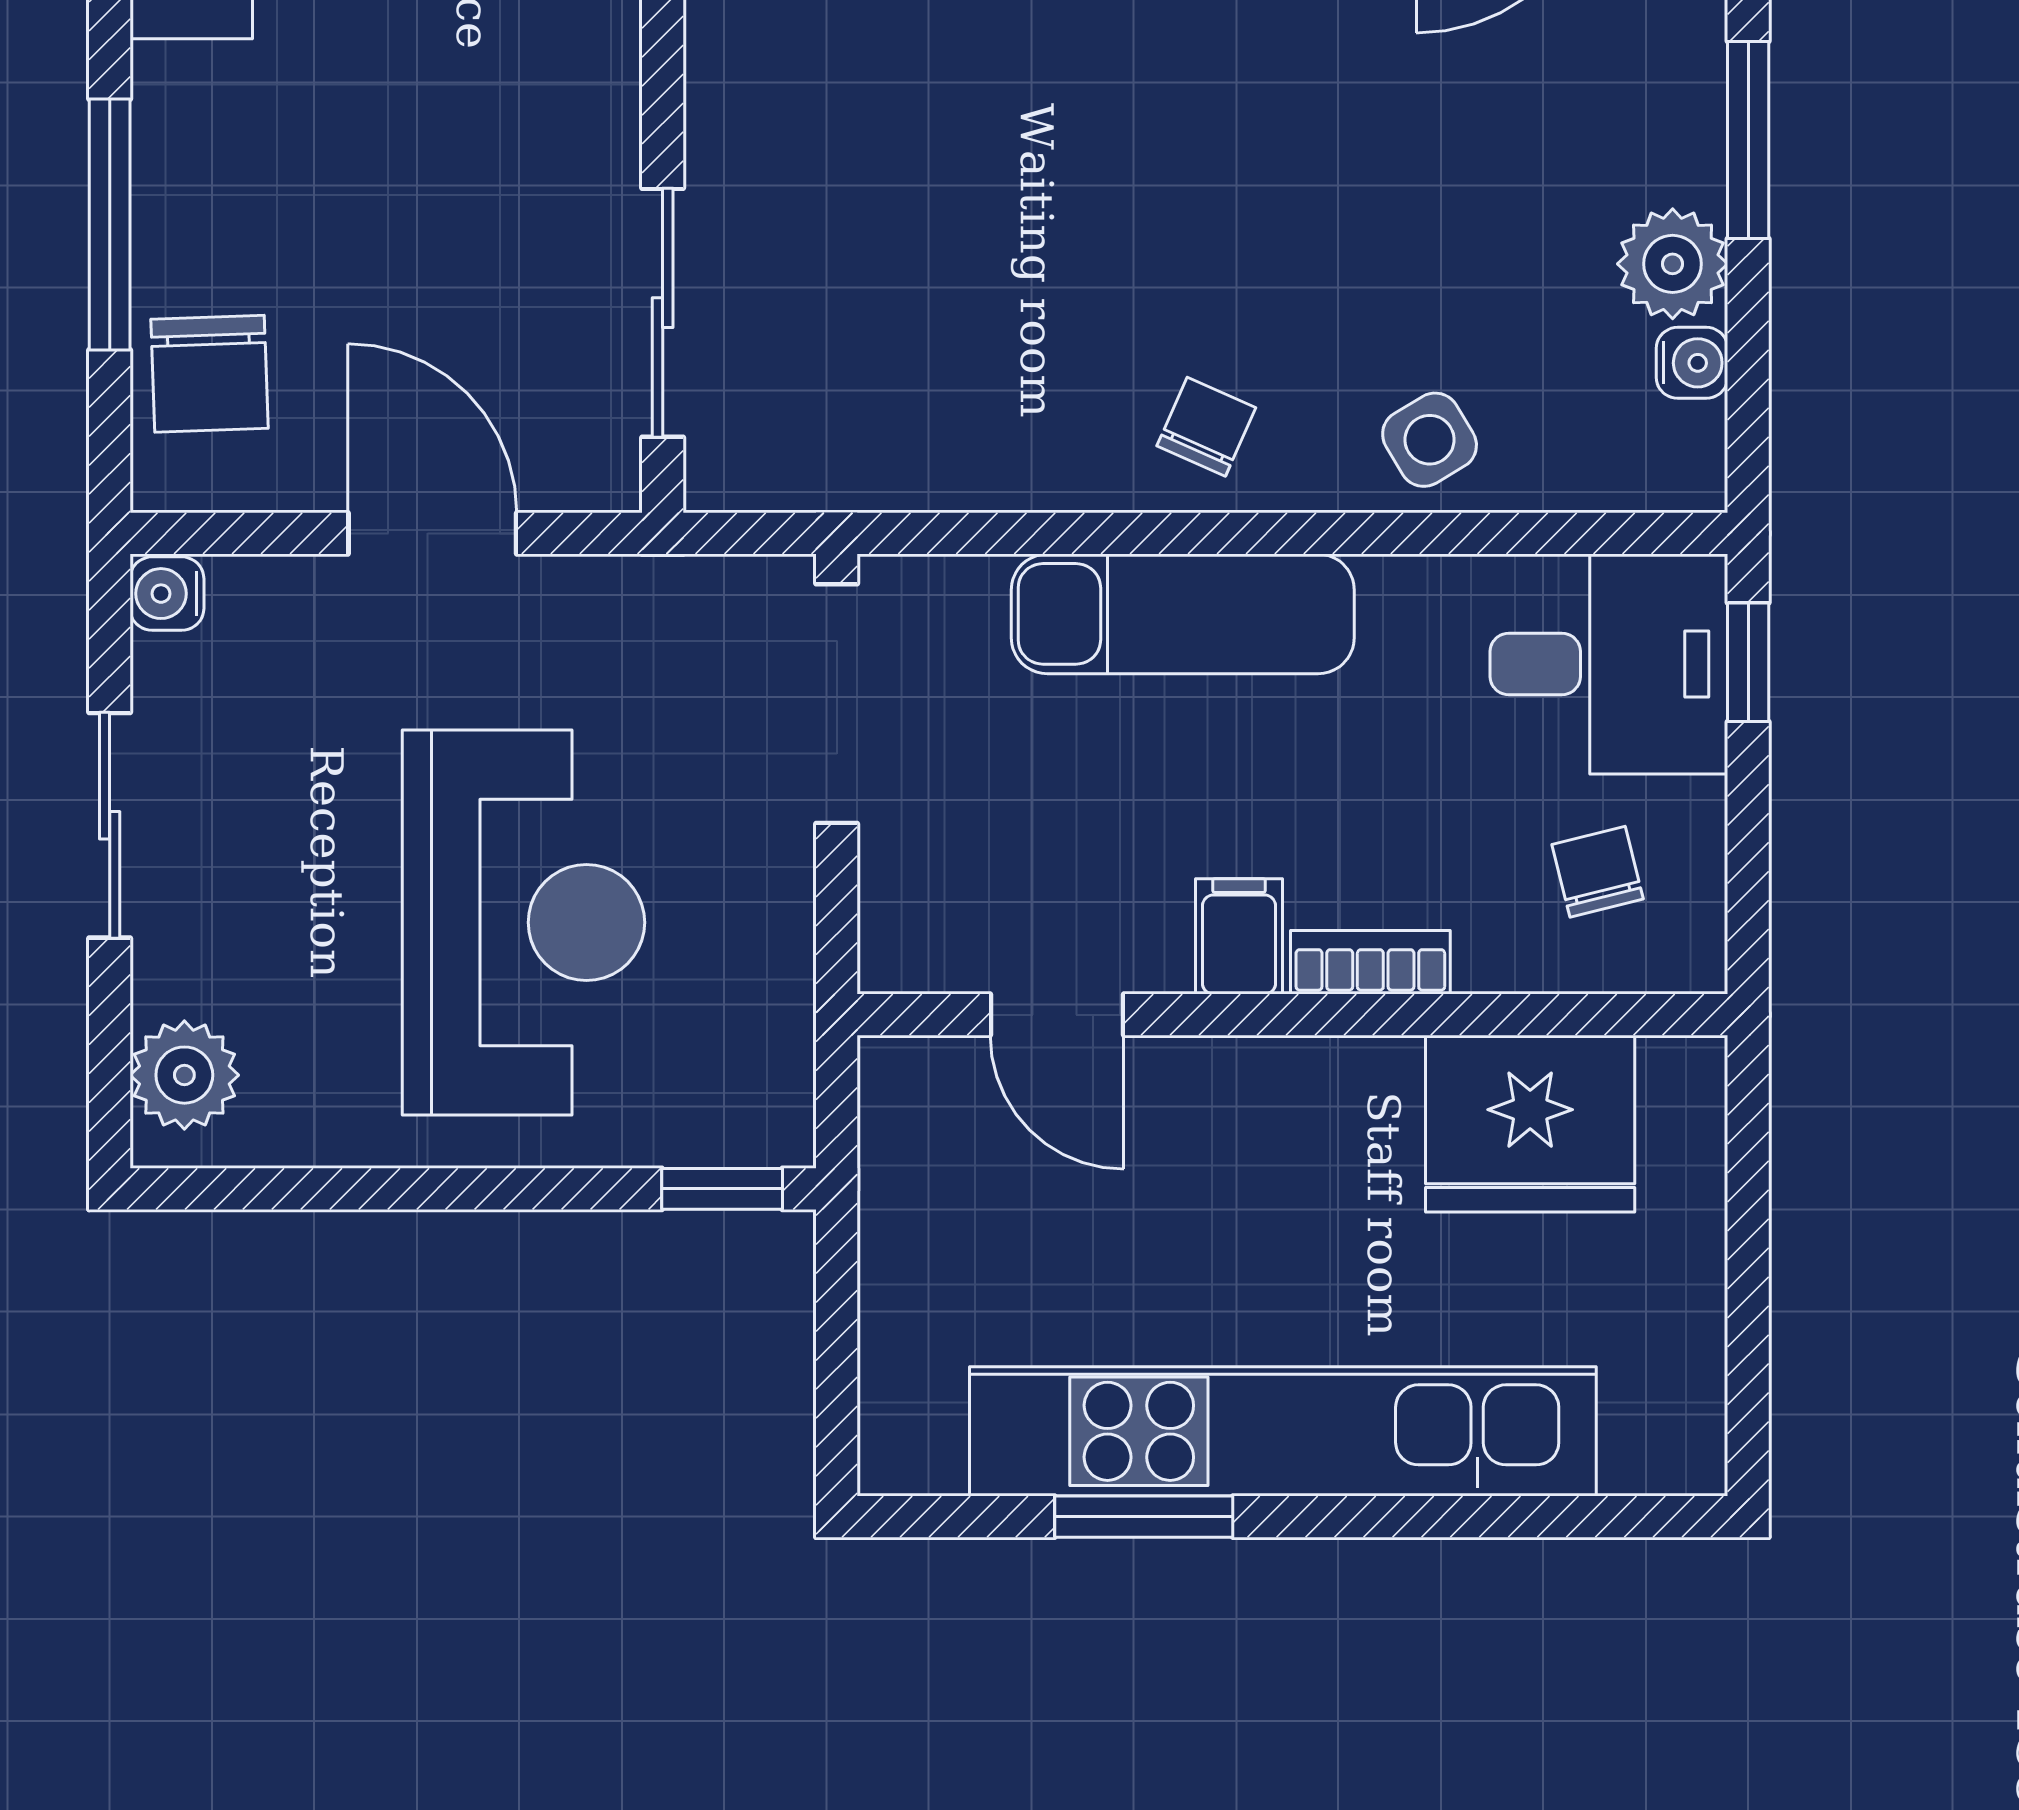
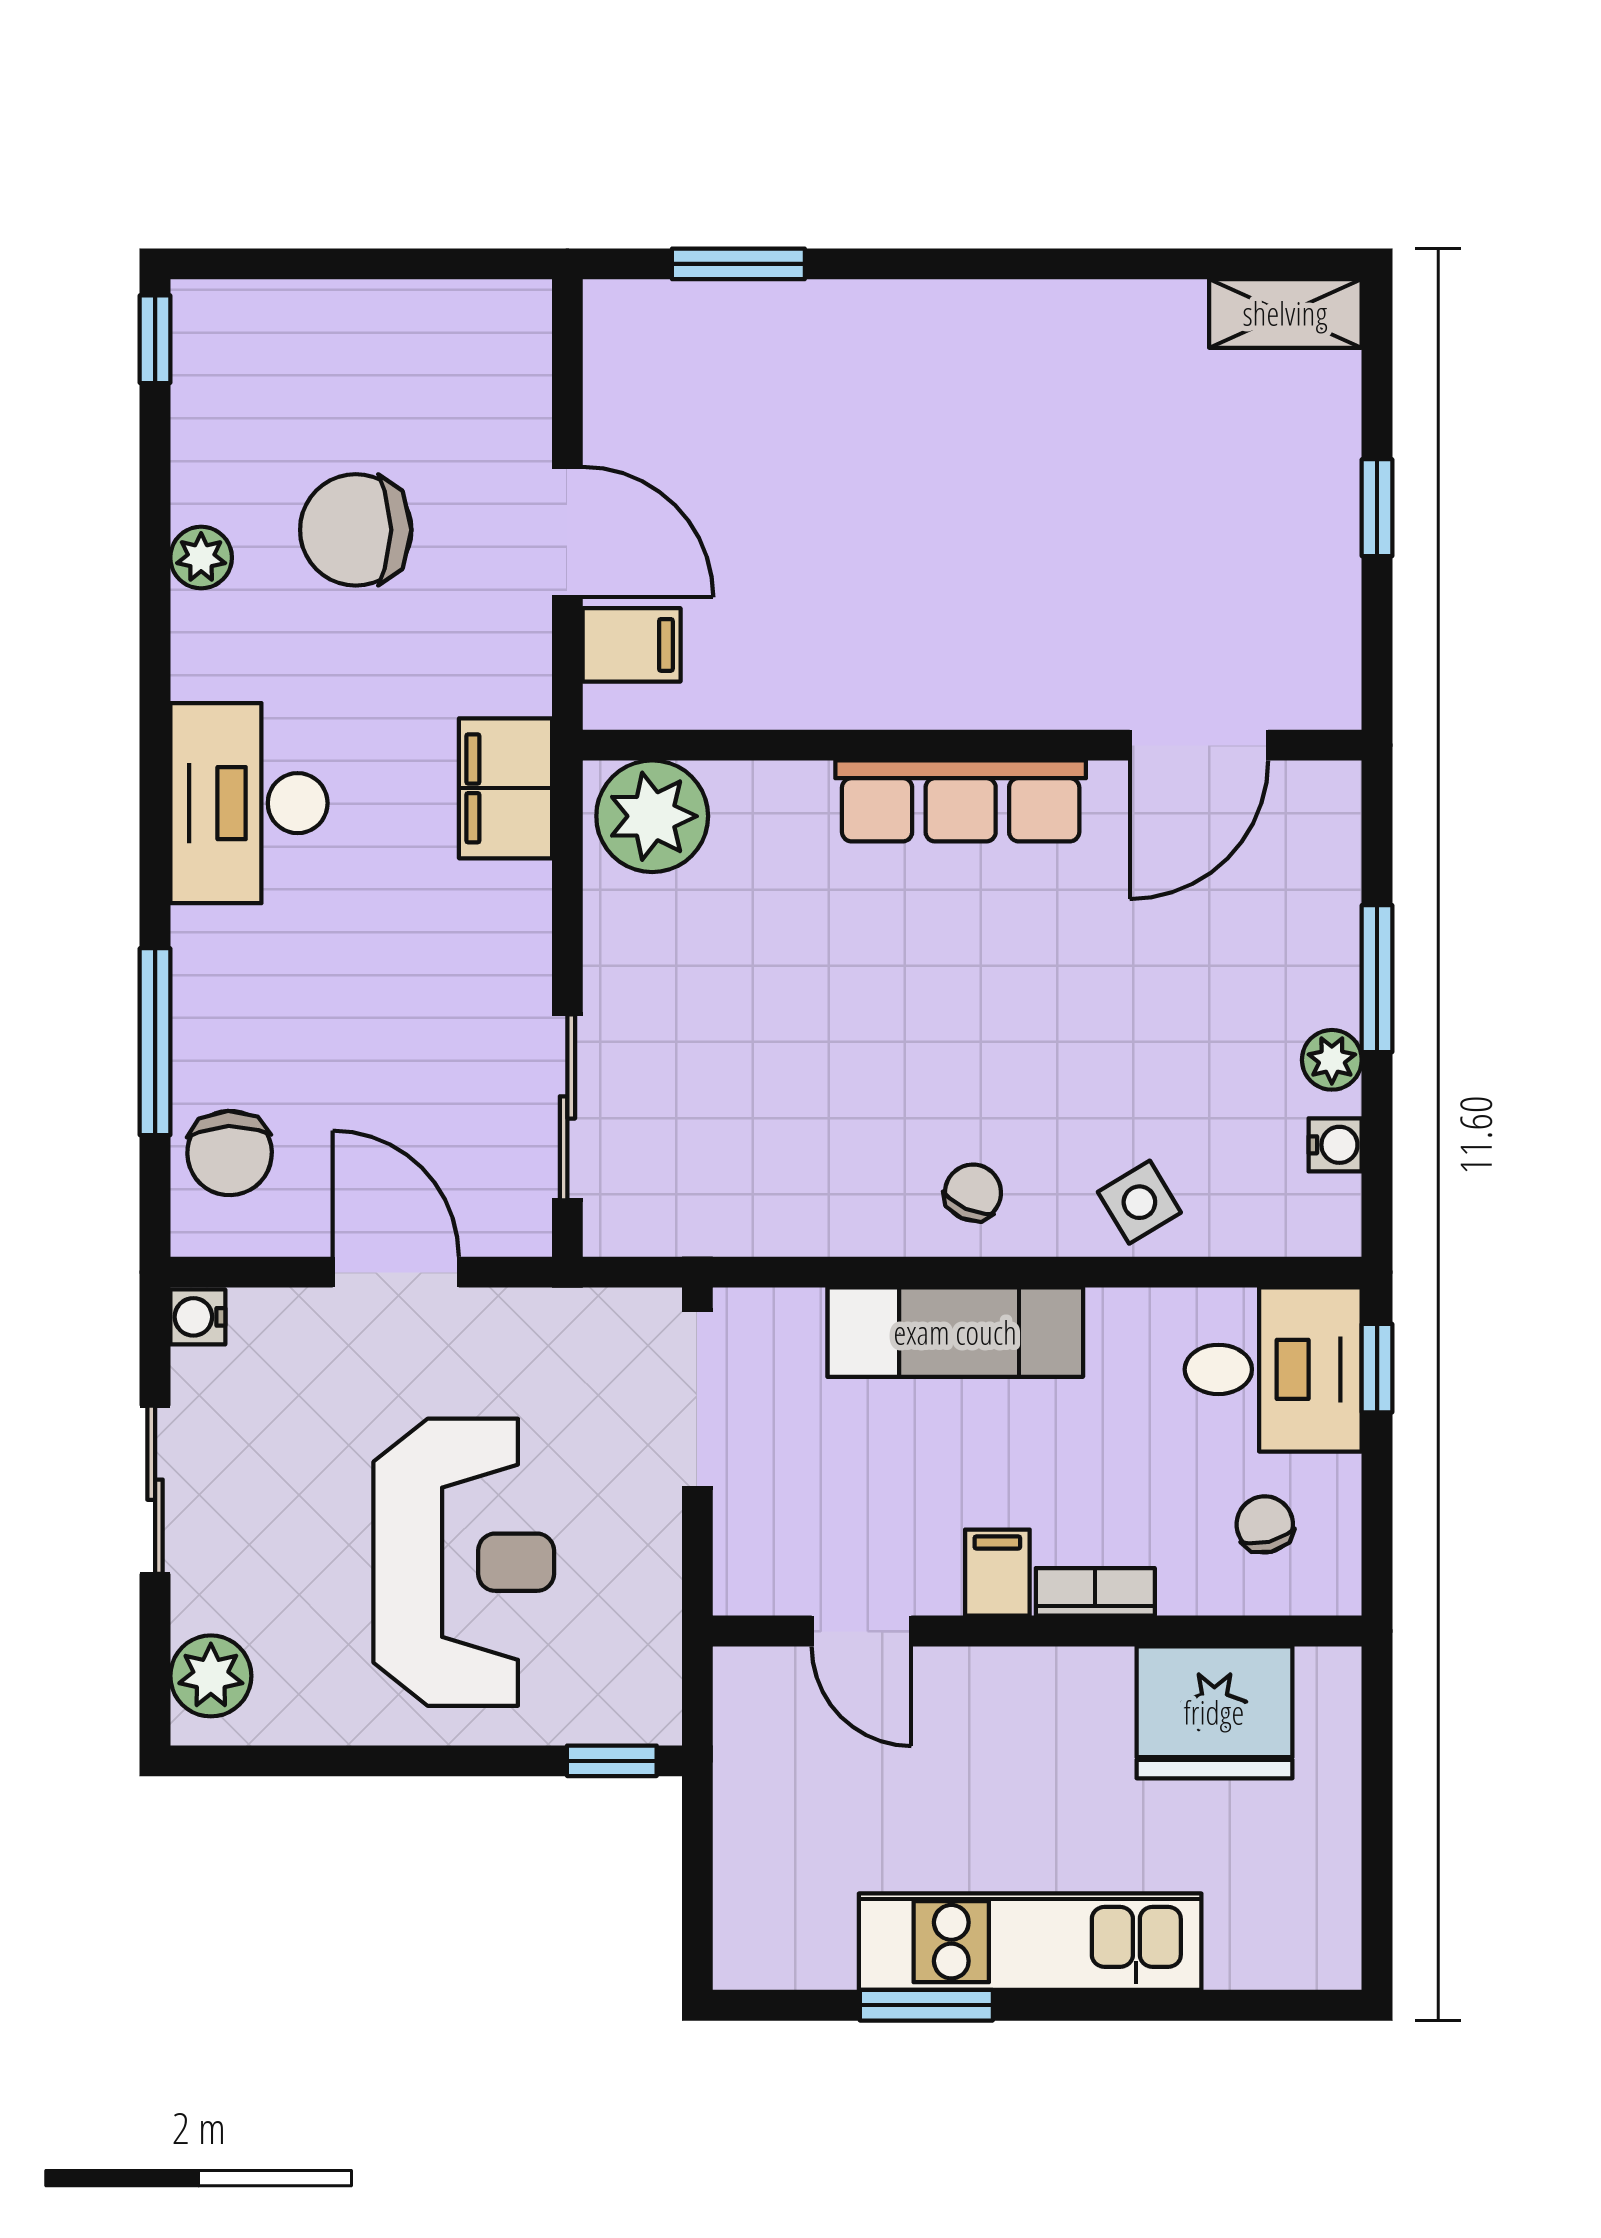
plant: (1673, 264) -> (1332, 1060), width x0.73, depth x0.73
kitchen unit: (1283, 1431) -> (1030, 1942), width x0.73

